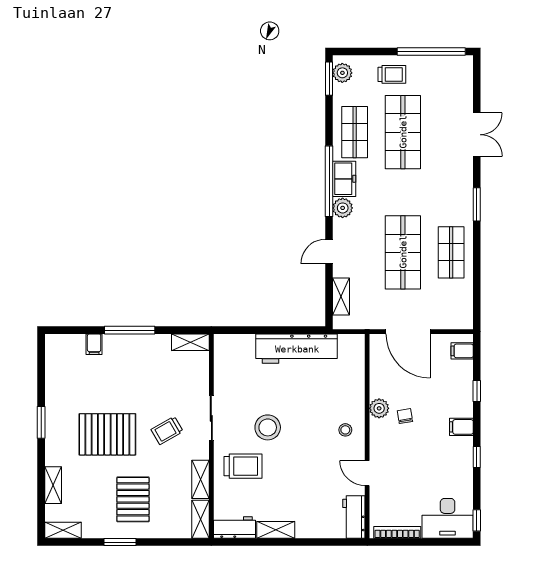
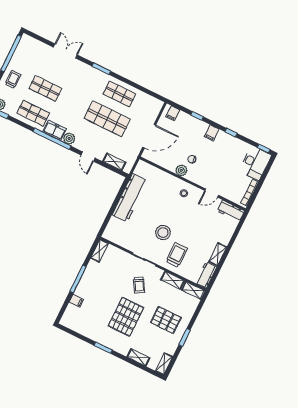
shop shelf: (403, 132) -> (45, 88), width x0.70, depth x0.74

